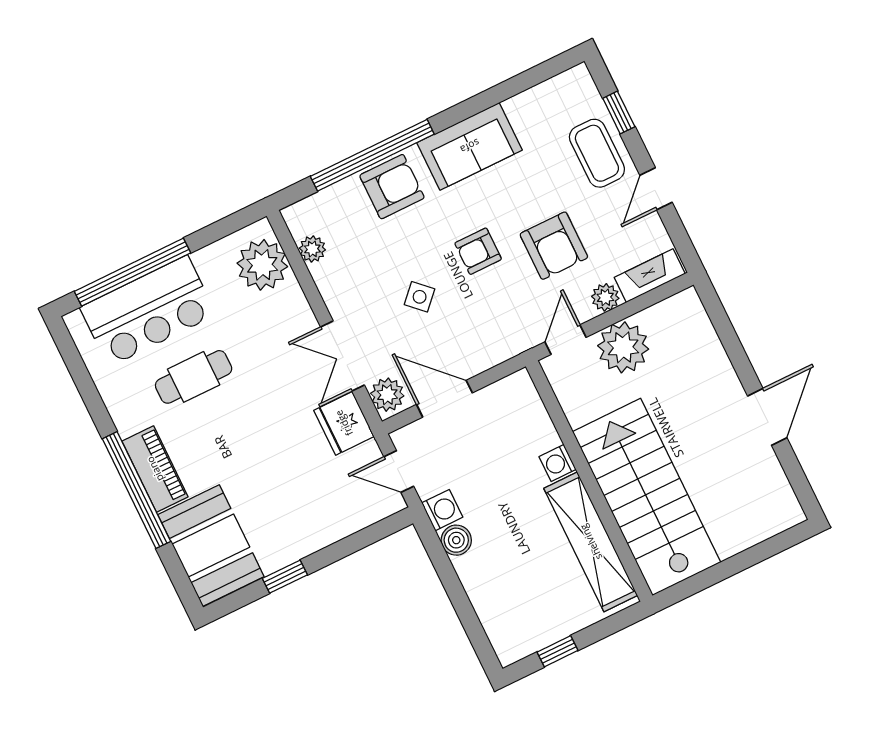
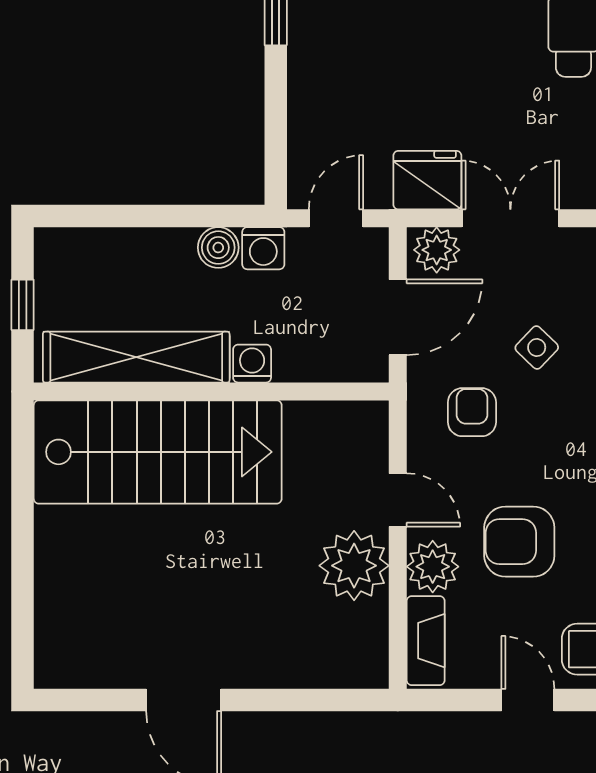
armchair: (478, 251) -> (472, 412), moved
plant: (605, 297) -> (433, 567), width x1.38, depth x1.38
washing machine: (558, 463) -> (252, 364), moved
wall: (589, 481) -> (211, 391), moved
stairs: (647, 497) -> (158, 452), moved
shelving: (591, 542) -> (136, 357), moved

